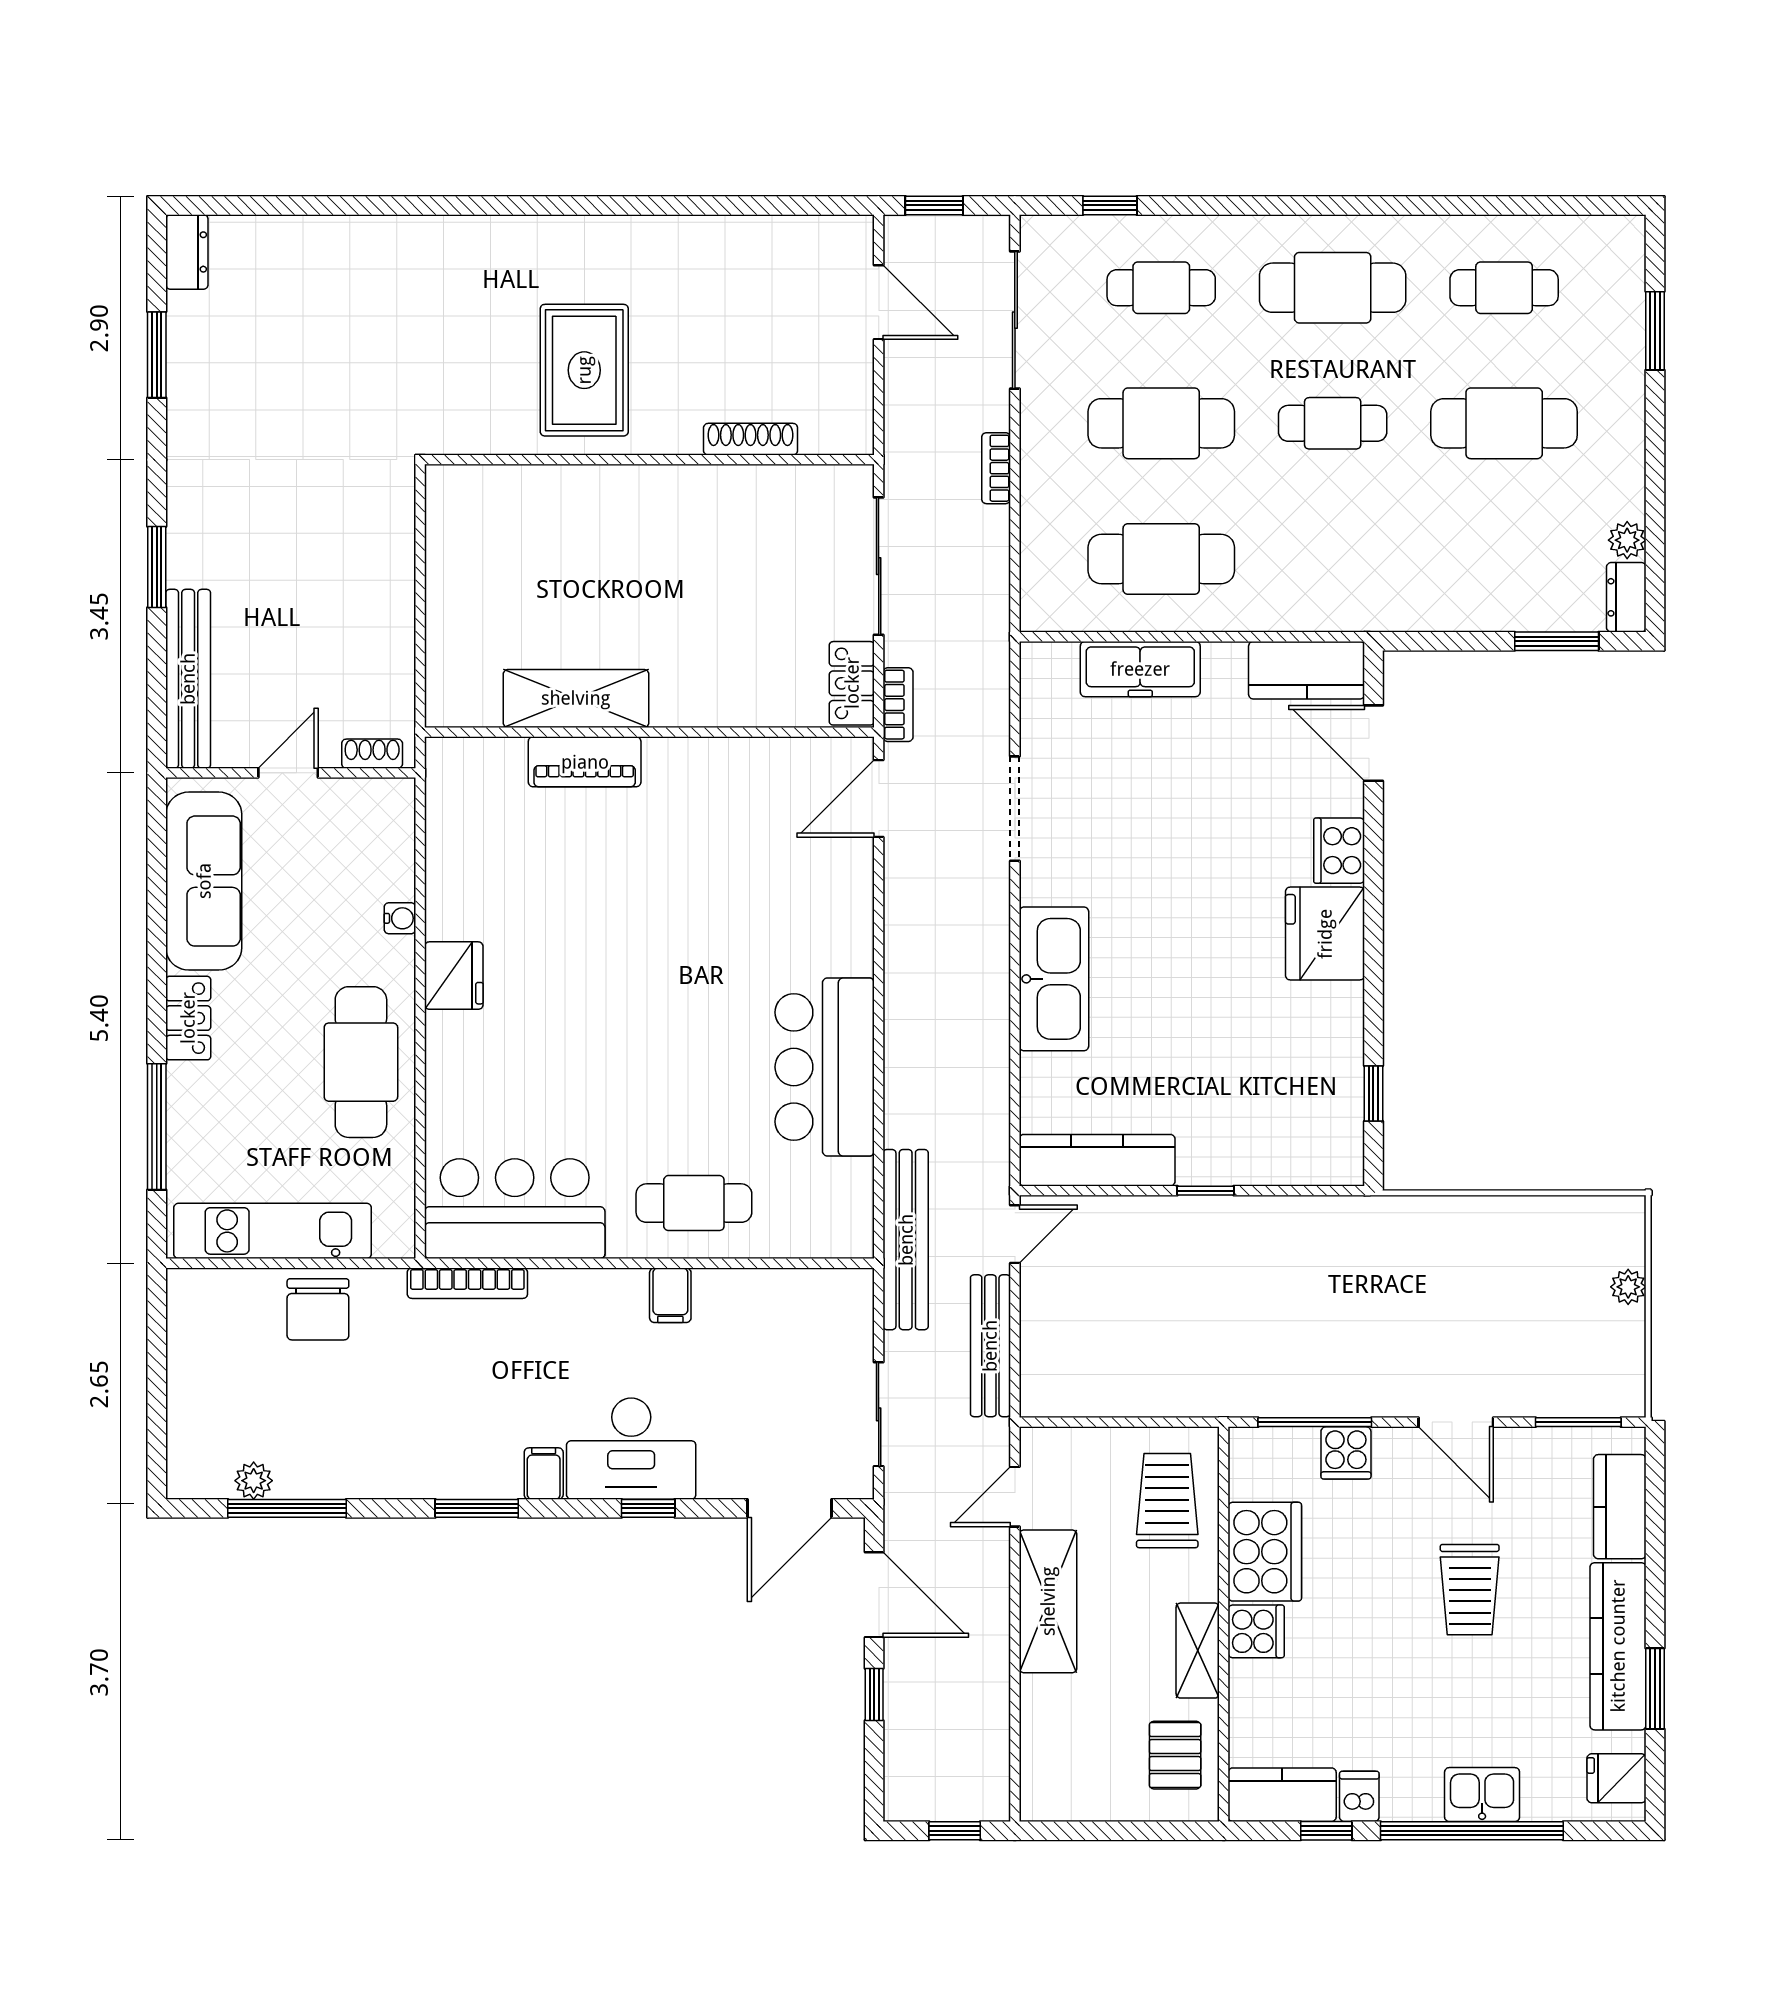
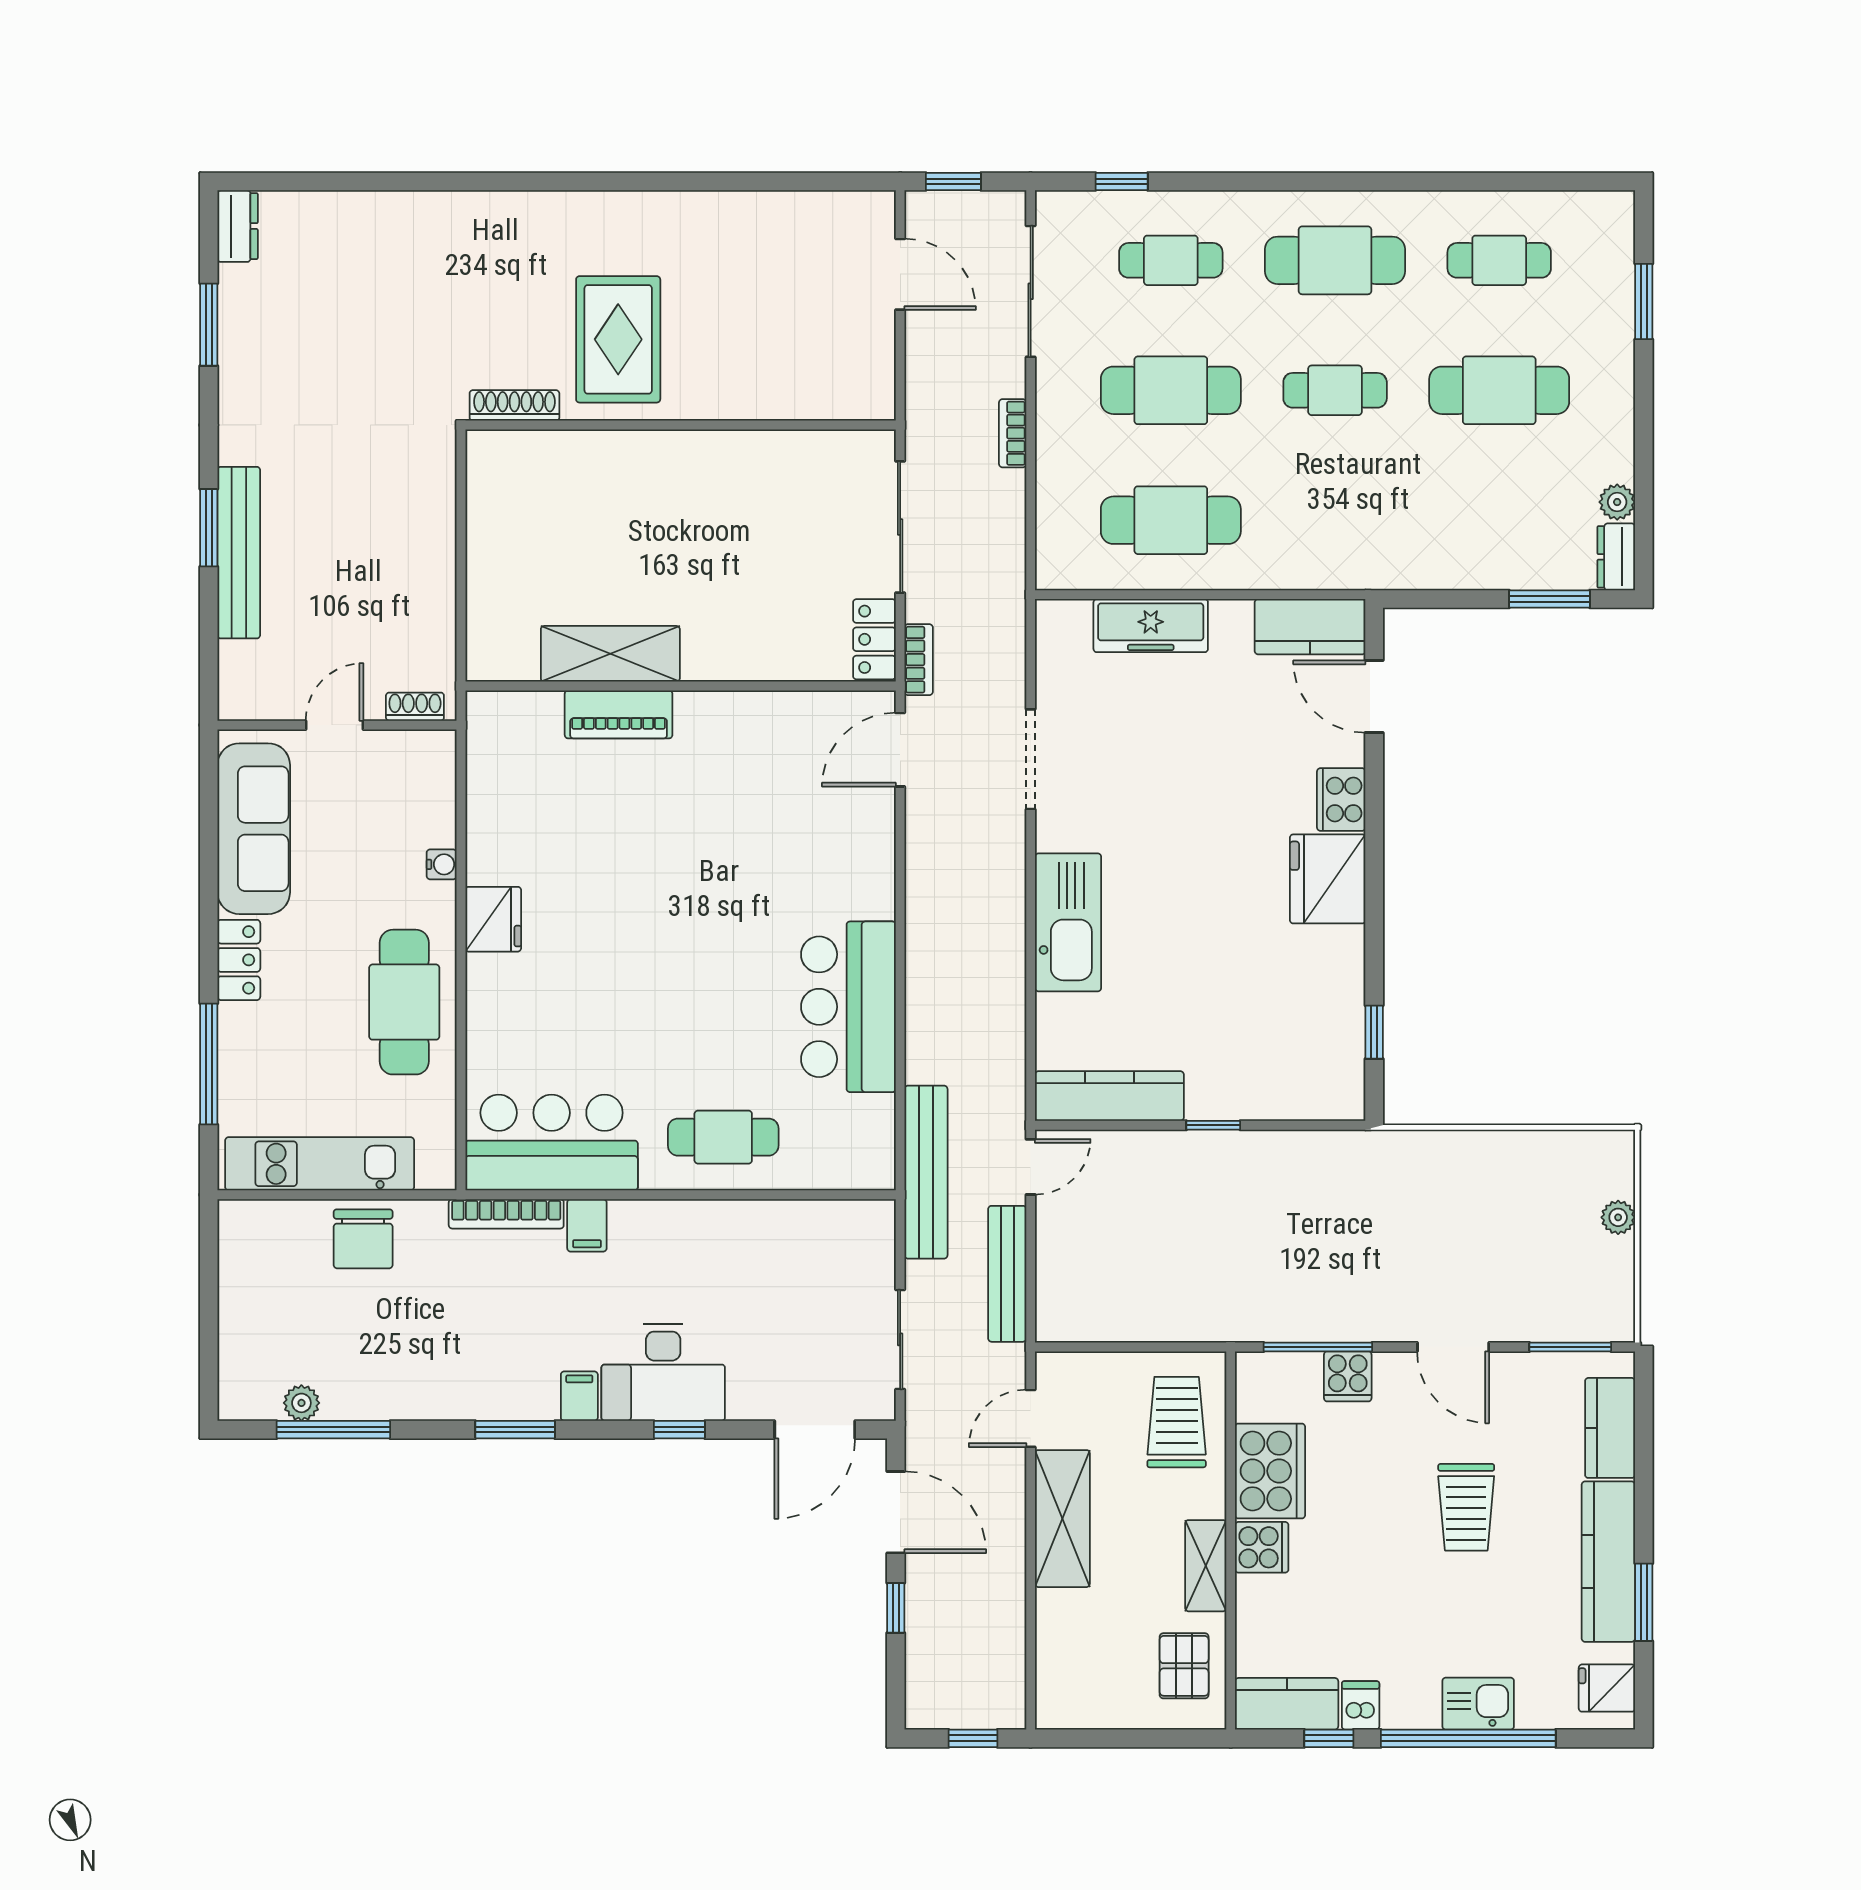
shoe rack: (751, 439) -> (514, 405), moved
bench: (188, 679) -> (239, 553), moved
filing cabinet: (670, 1295) -> (587, 1225), moved

